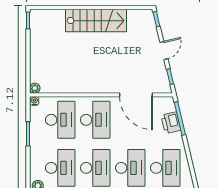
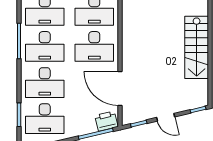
door: (136, 95) -> (120, 88), hinge flipped
printer: (171, 123) -> (106, 121), moved

